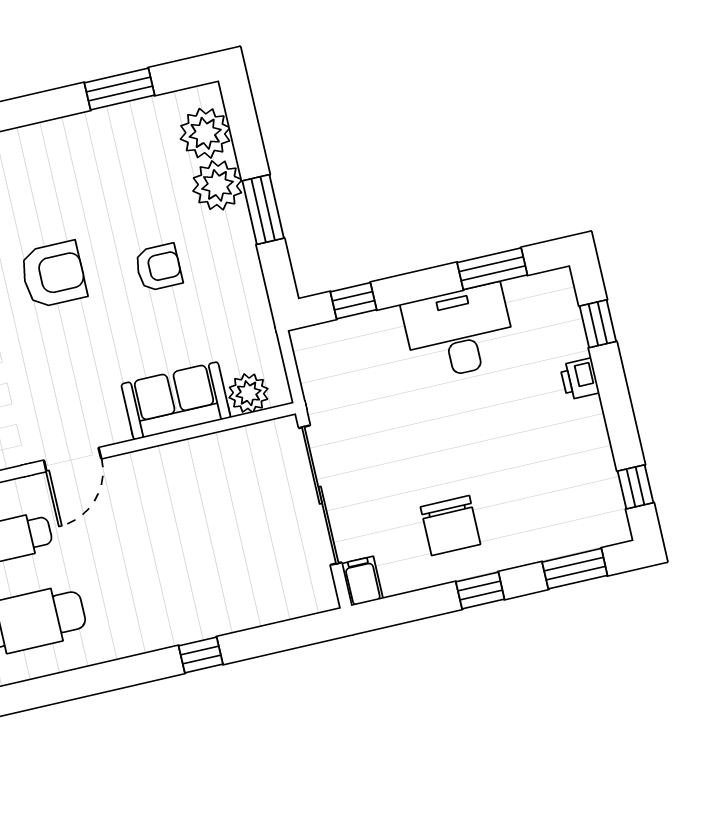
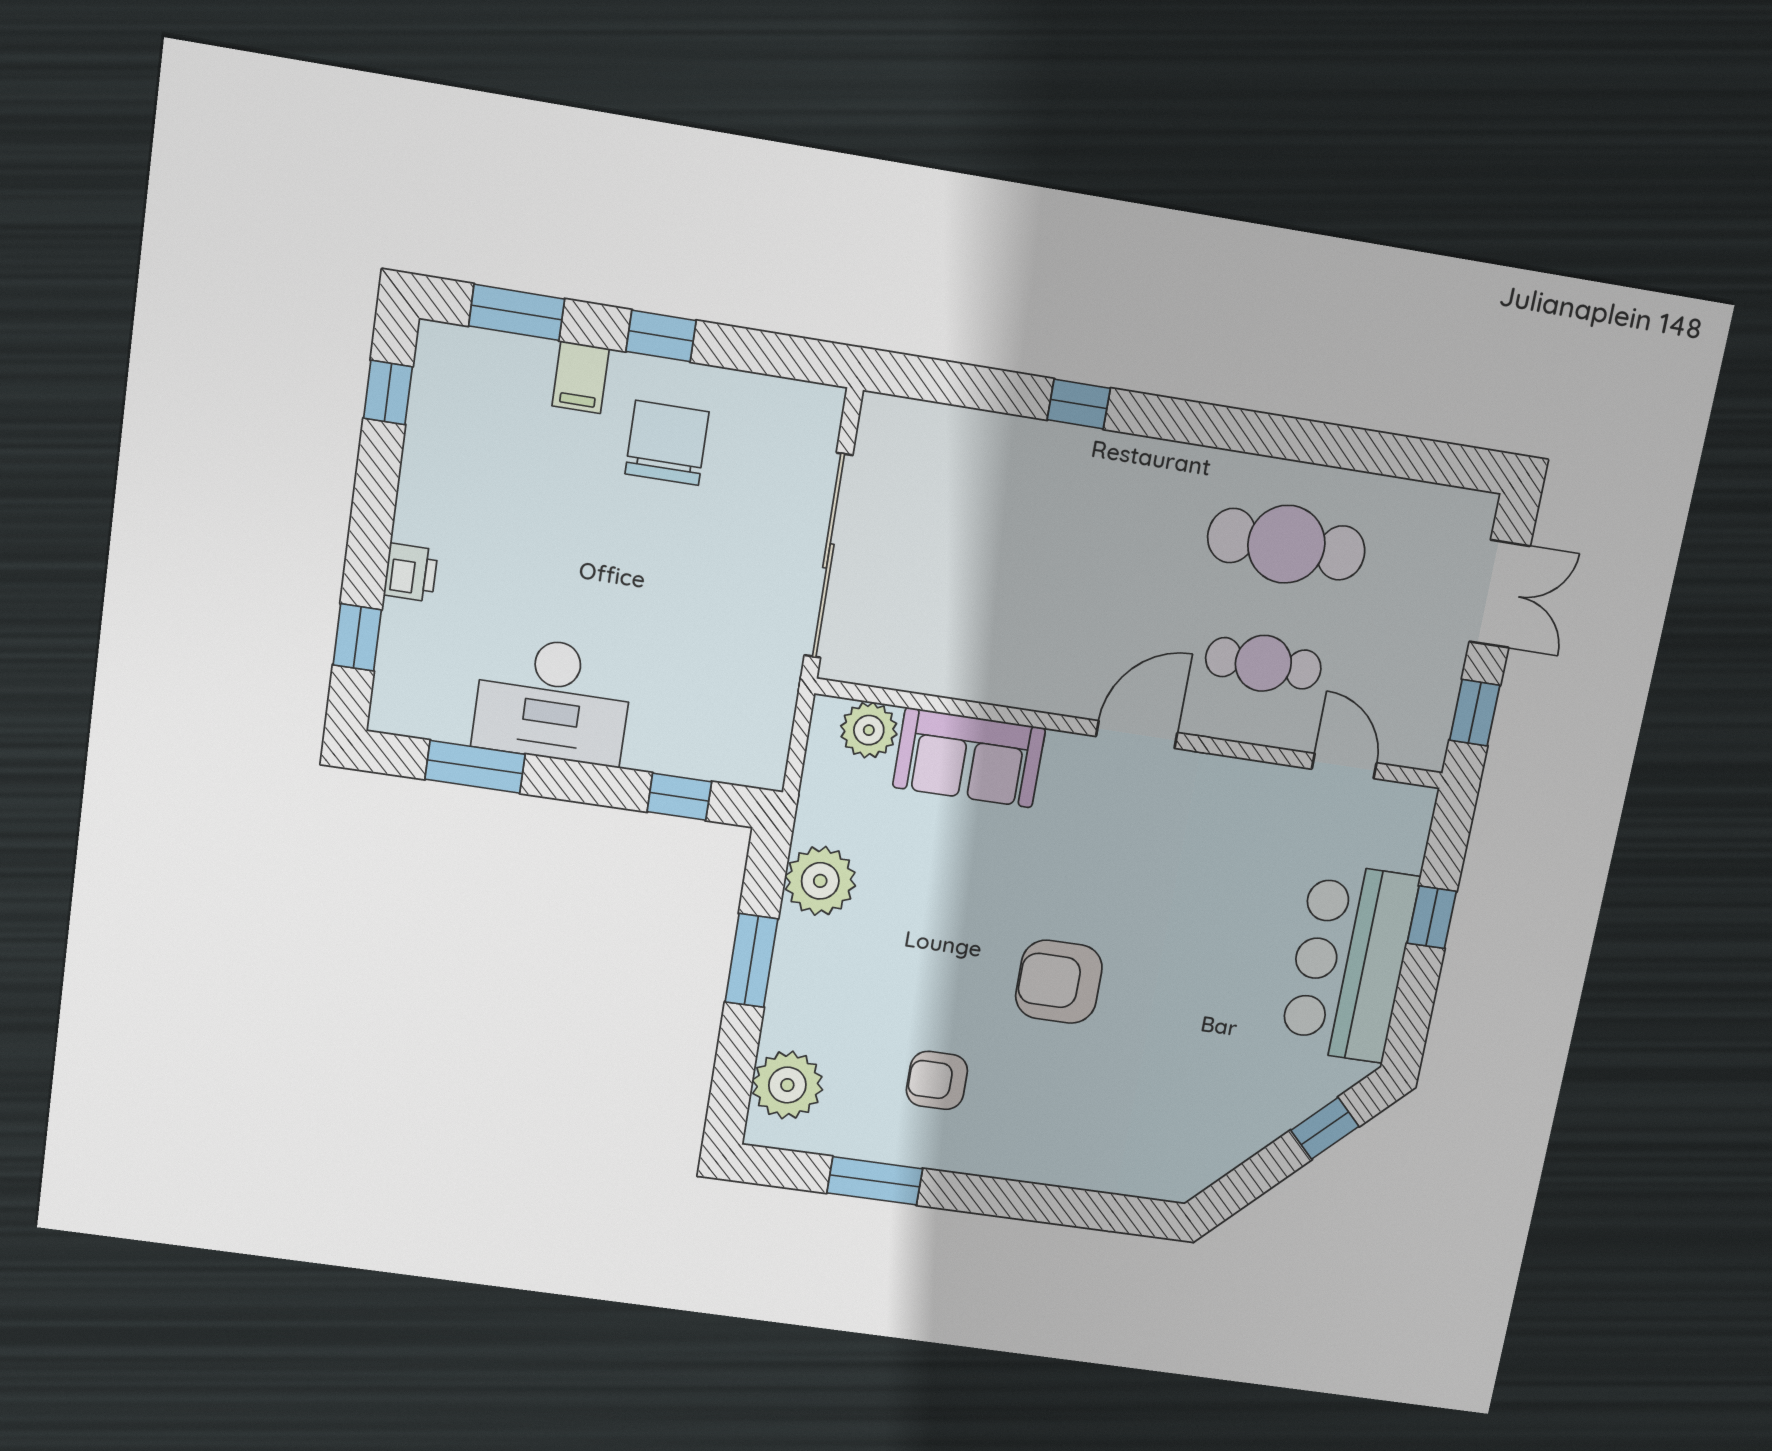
plant: (218, 185) -> (820, 881), moved
armchair: (158, 267) -> (937, 1080), moved
filing cabinet: (362, 581) -> (581, 377), moved

